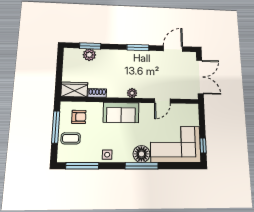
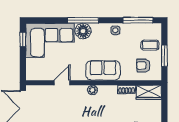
window: (56, 127) -> (164, 56), width x0.69

